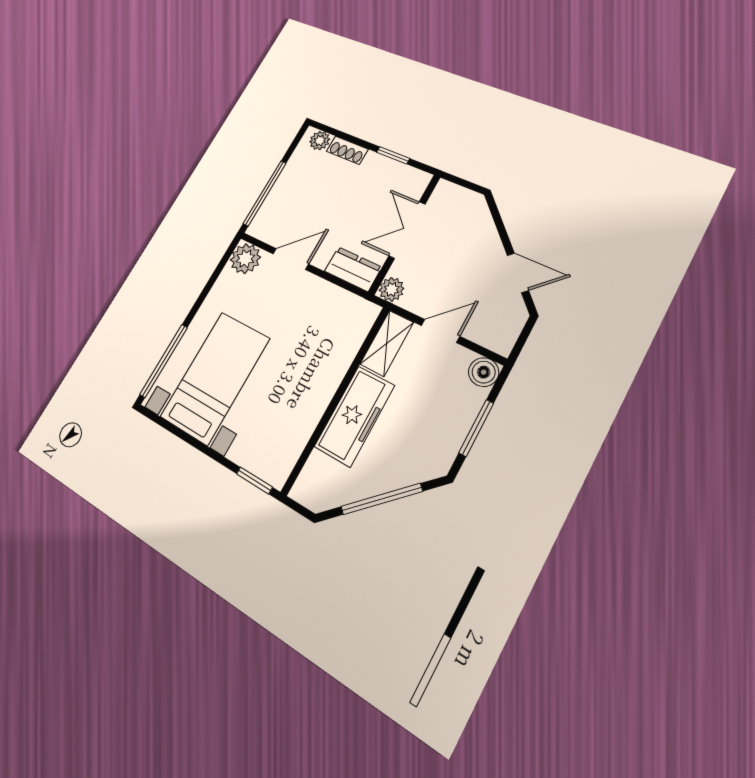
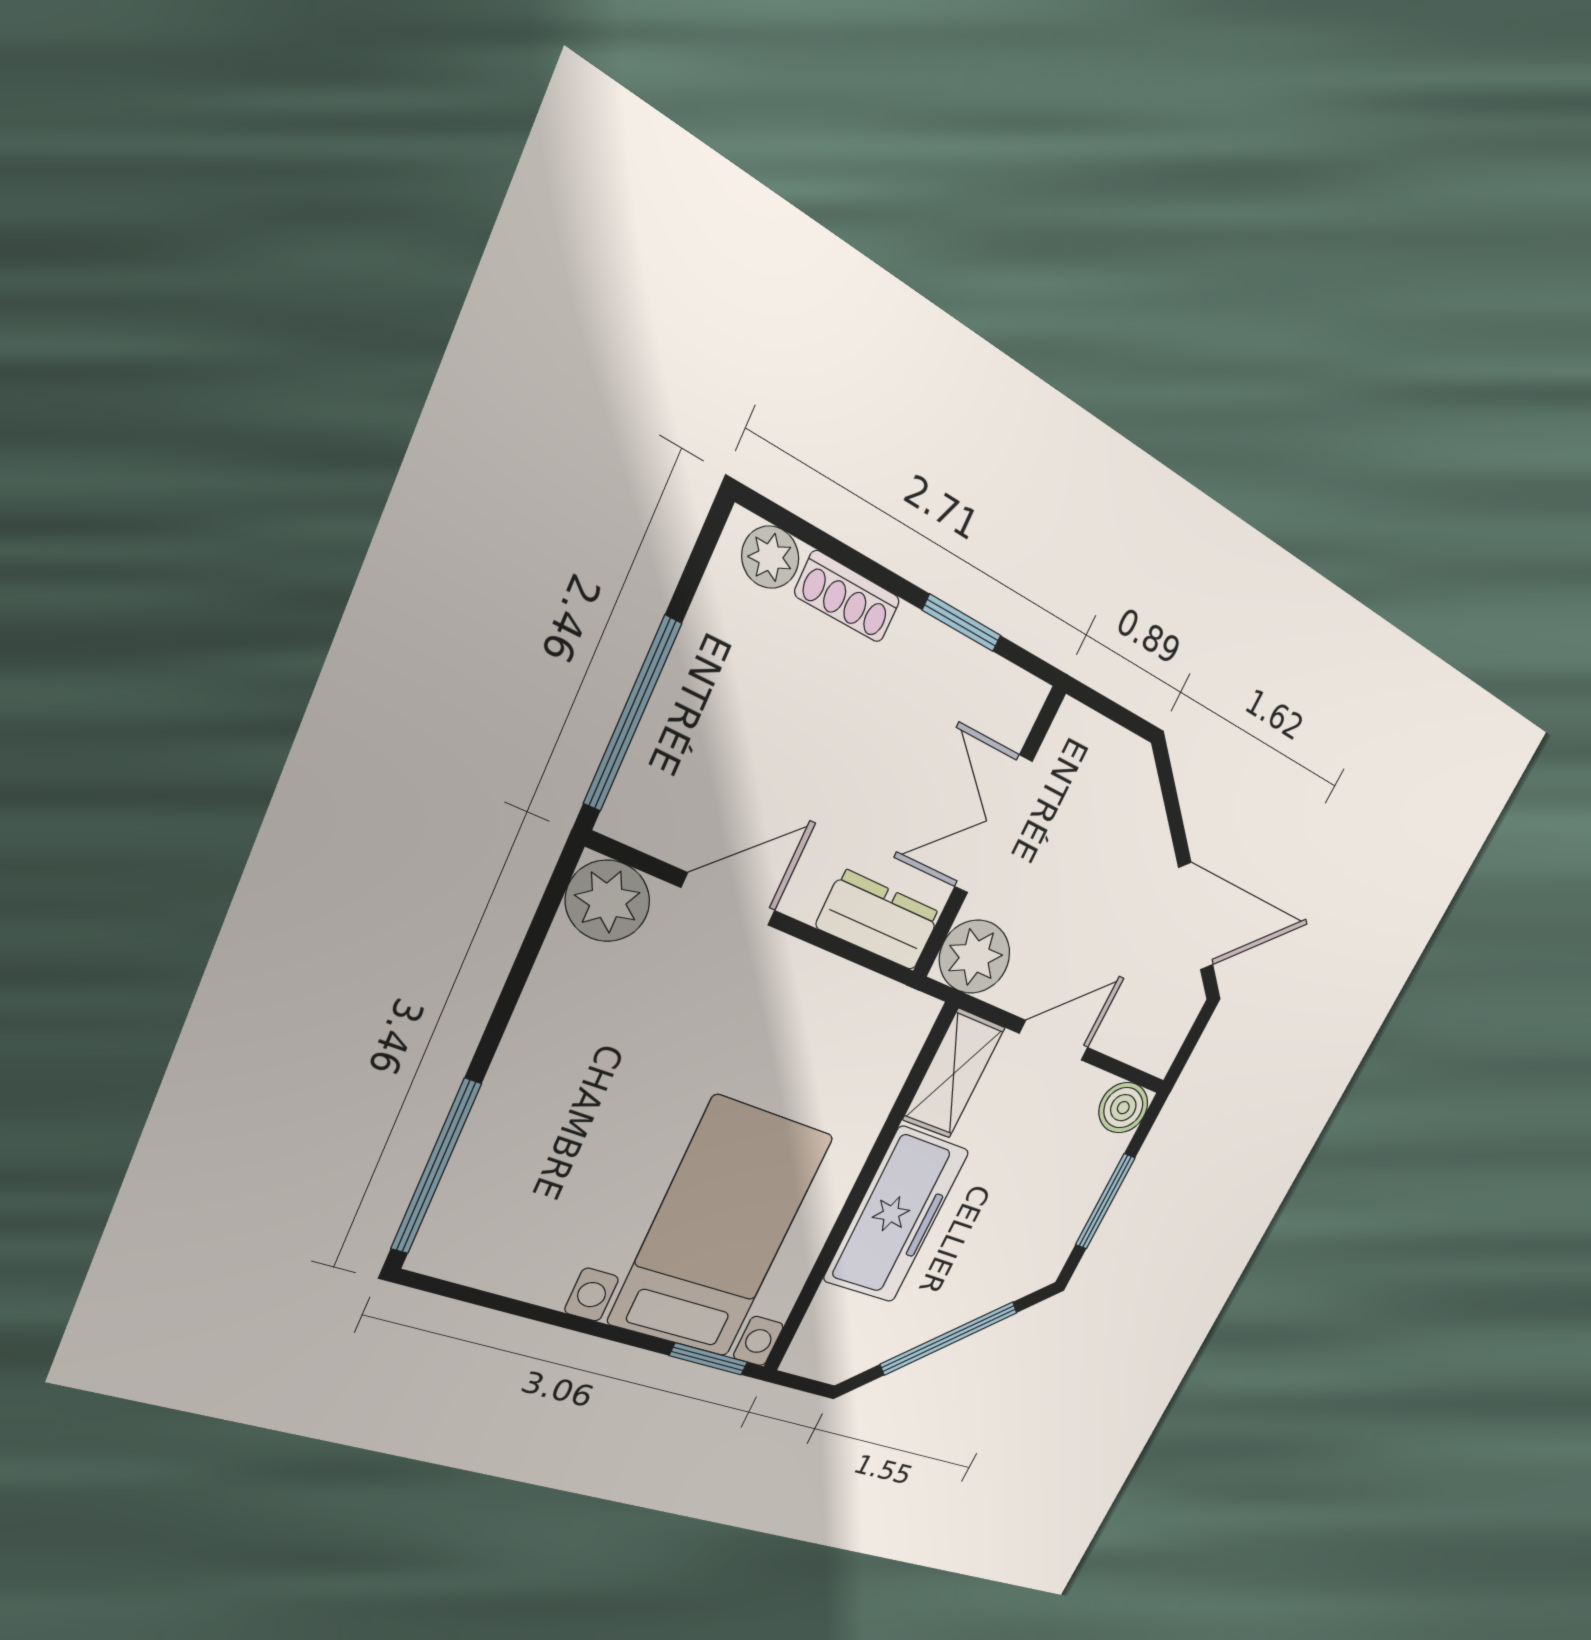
door: (518, 273) -> (1196, 917), width x1.38
plant: (392, 289) -> (975, 957), width x1.38, depth x1.38
bed with nightstands: (215, 378) -> (720, 1229), moved

